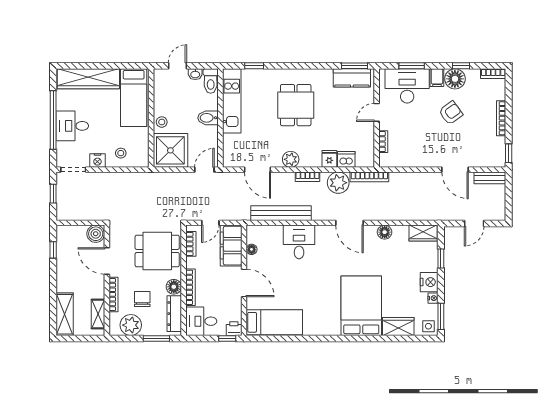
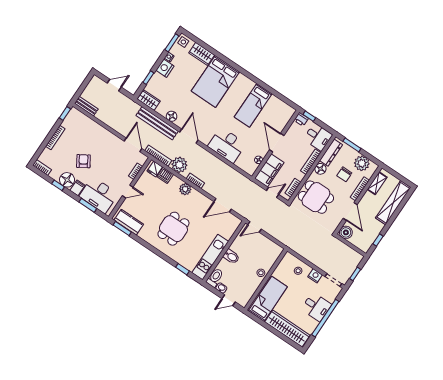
armchair: (451, 113) -> (83, 161), turned 94
shower: (170, 150) -> (267, 252), removed
plant: (291, 159) -> (185, 189), moved
fridge: (329, 159) -> (155, 169), moved
door: (258, 170) -> (223, 205), swing flipped
door: (455, 170) -> (133, 145), moved
bench: (281, 213) -> (157, 123), moved
desk: (299, 242) -> (227, 145), width x1.37
shelving: (65, 314) -> (393, 203), width x1.47
bed: (274, 322) -> (253, 105), moved, turned -90

